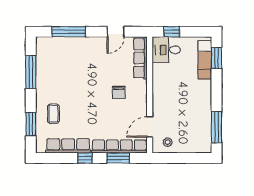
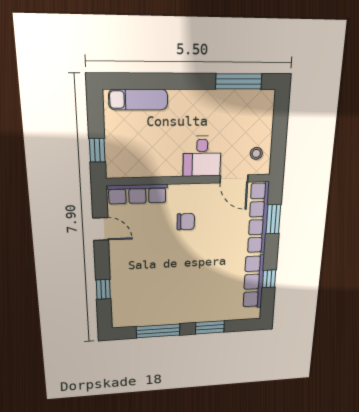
window: (69, 32) -> (103, 289), width x0.46
desk: (166, 50) -> (202, 156), moved
window: (217, 58) -> (135, 81), removed
coffee table: (53, 114) -> (212, 301), removed
window: (31, 124) -> (210, 327), moved
window: (85, 158) -> (269, 279), moved

